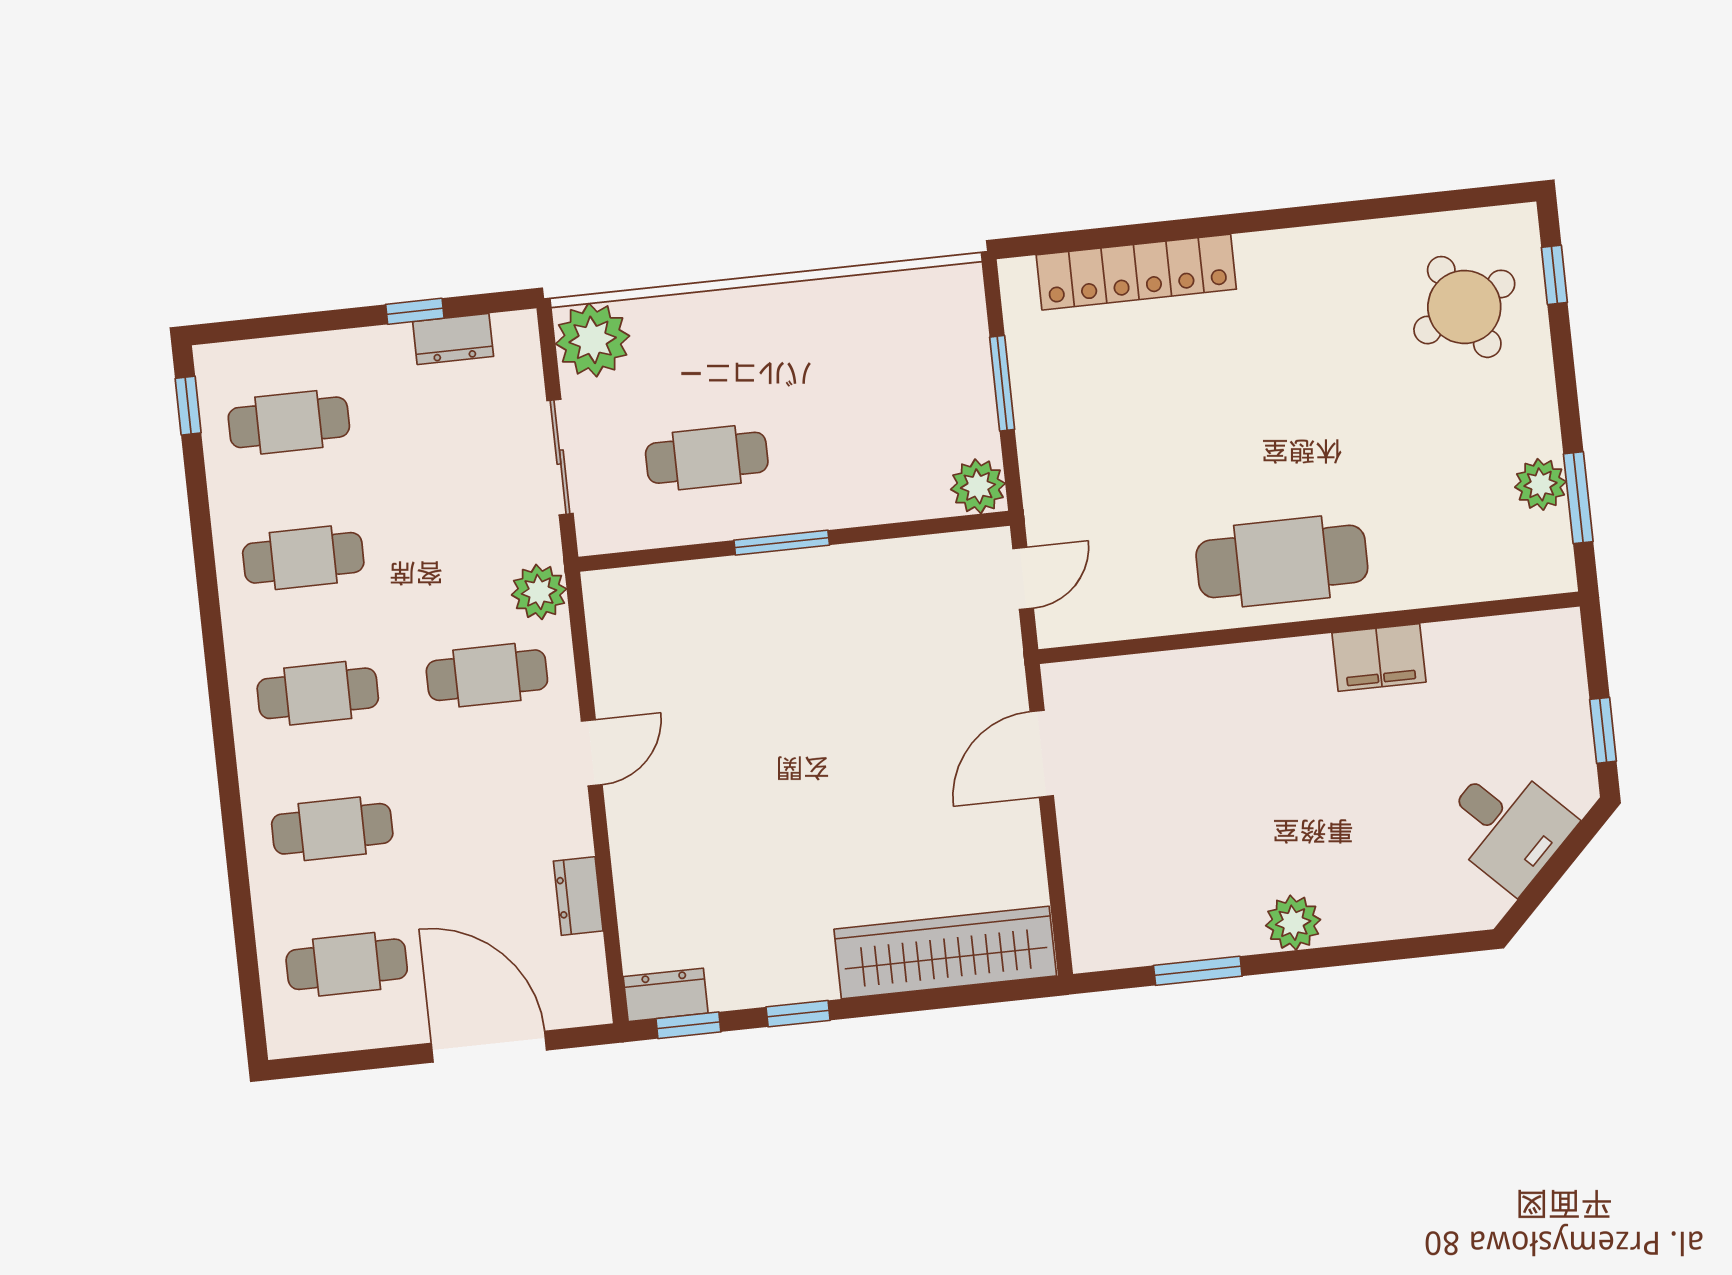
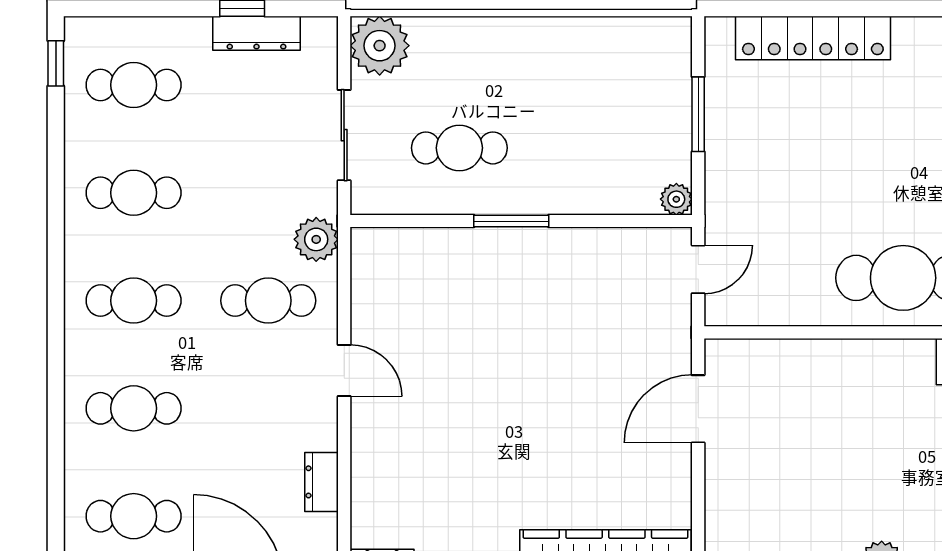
dresser: (453, 339) -> (257, 33), width x1.44
plant: (978, 486) -> (676, 199), width x0.73, depth x0.73
door: (592, 753) -> (344, 371), hinge flipped

